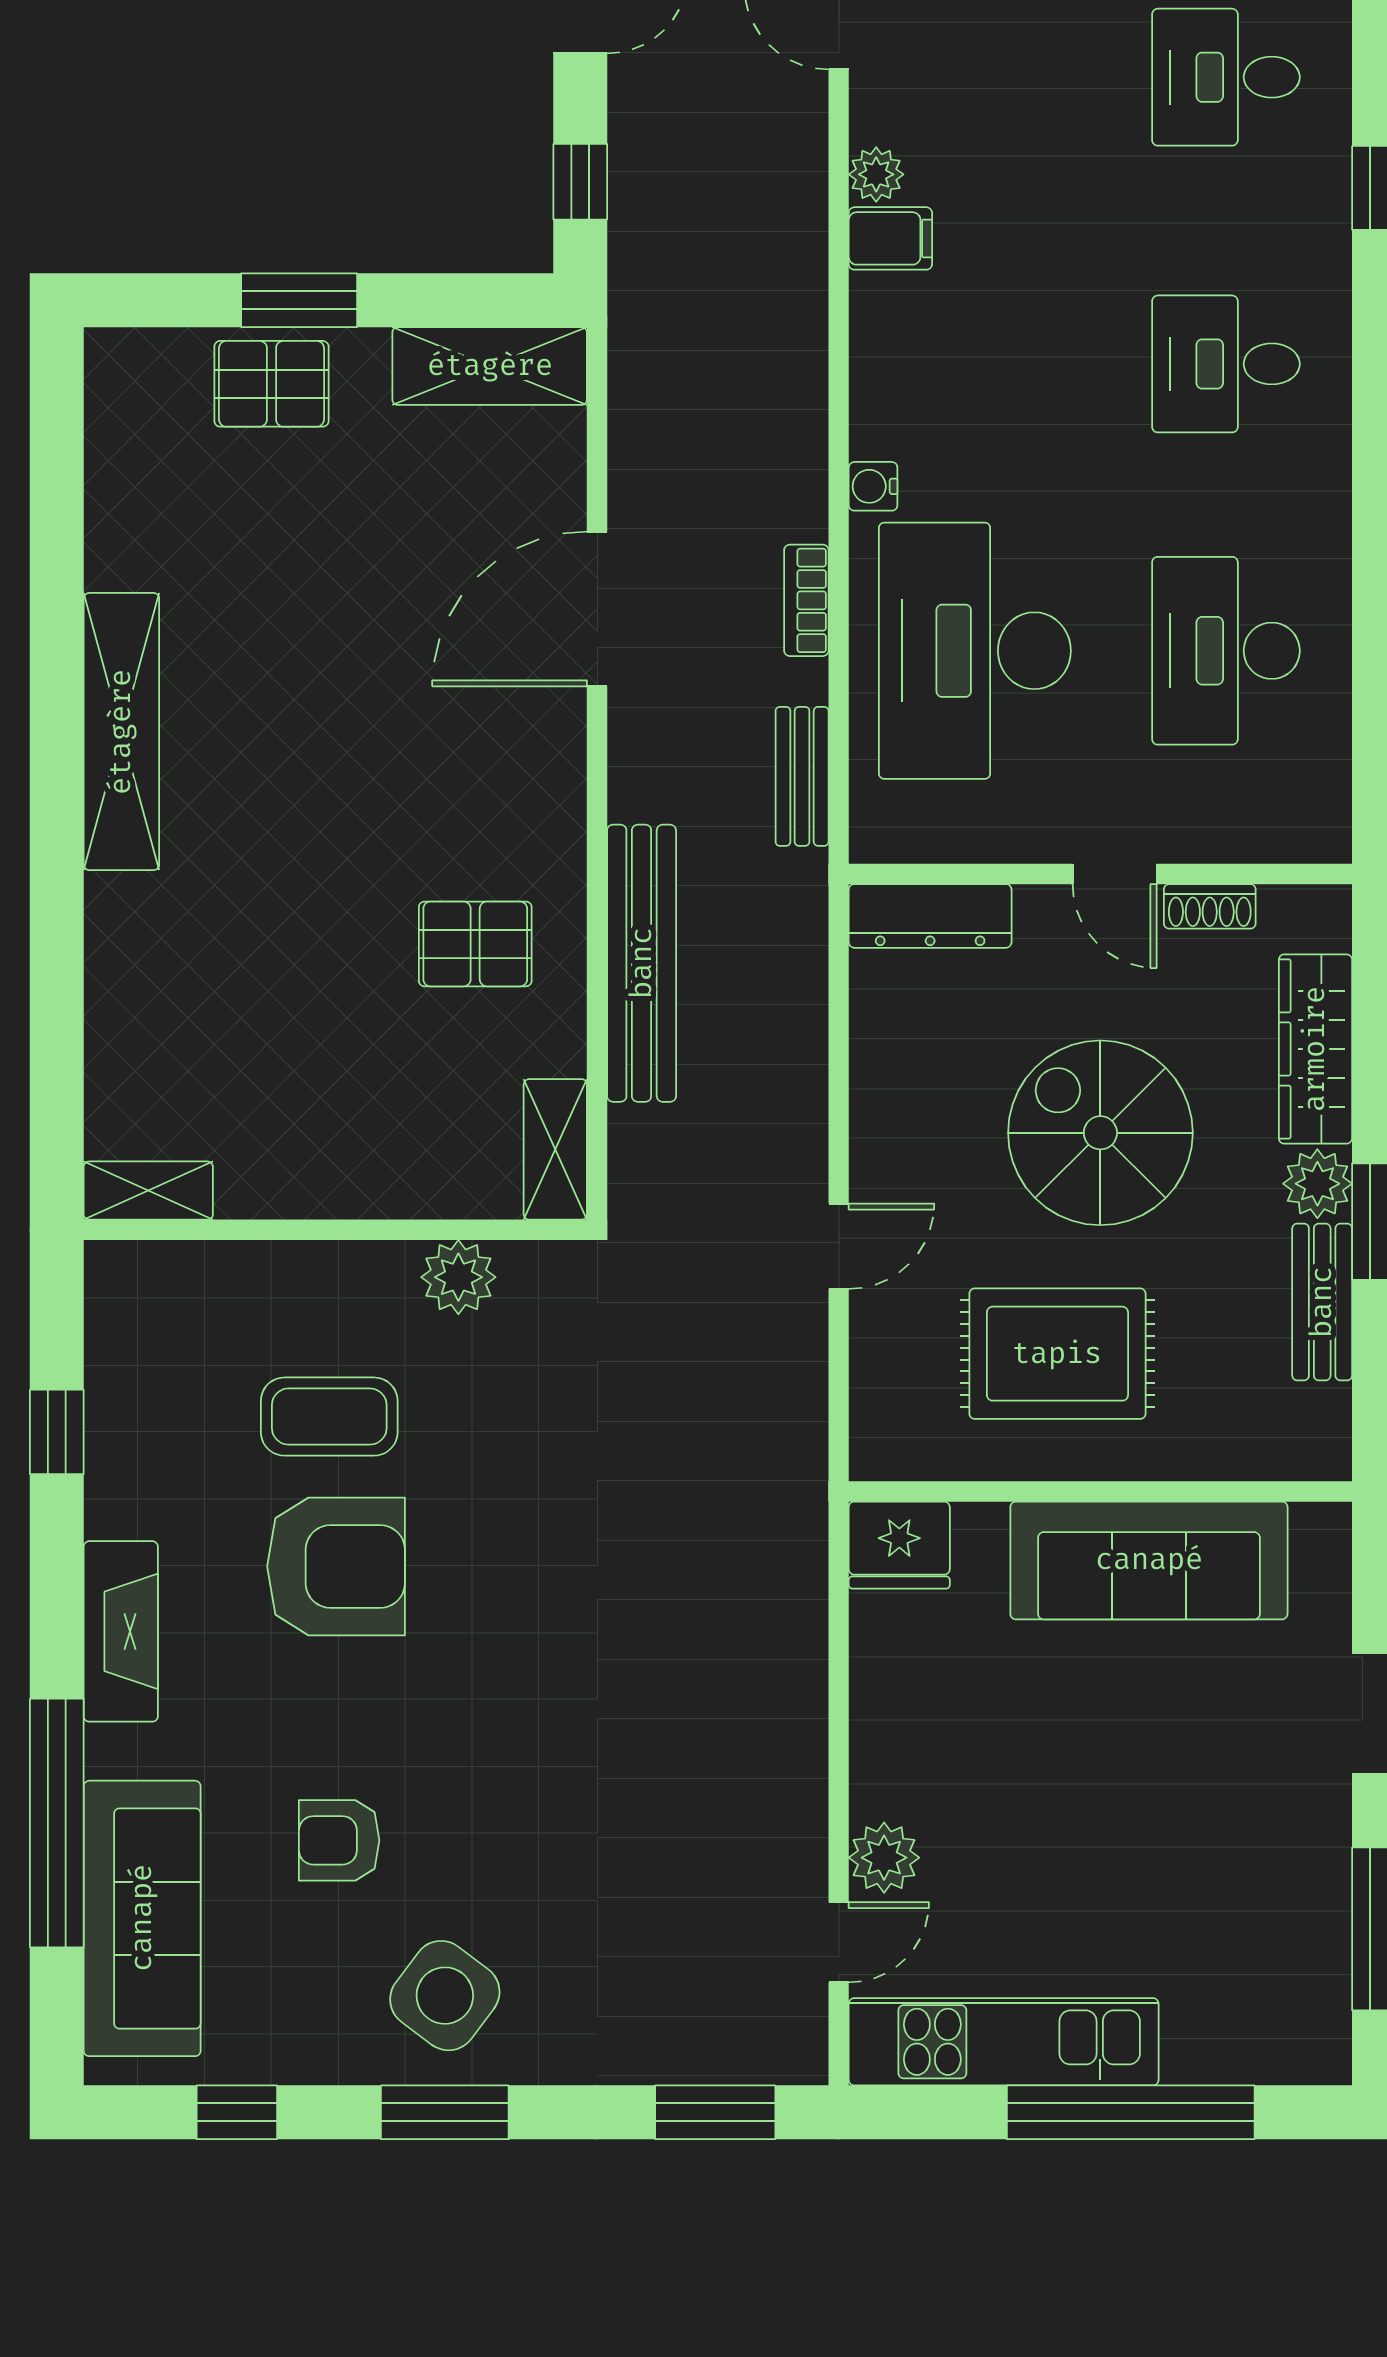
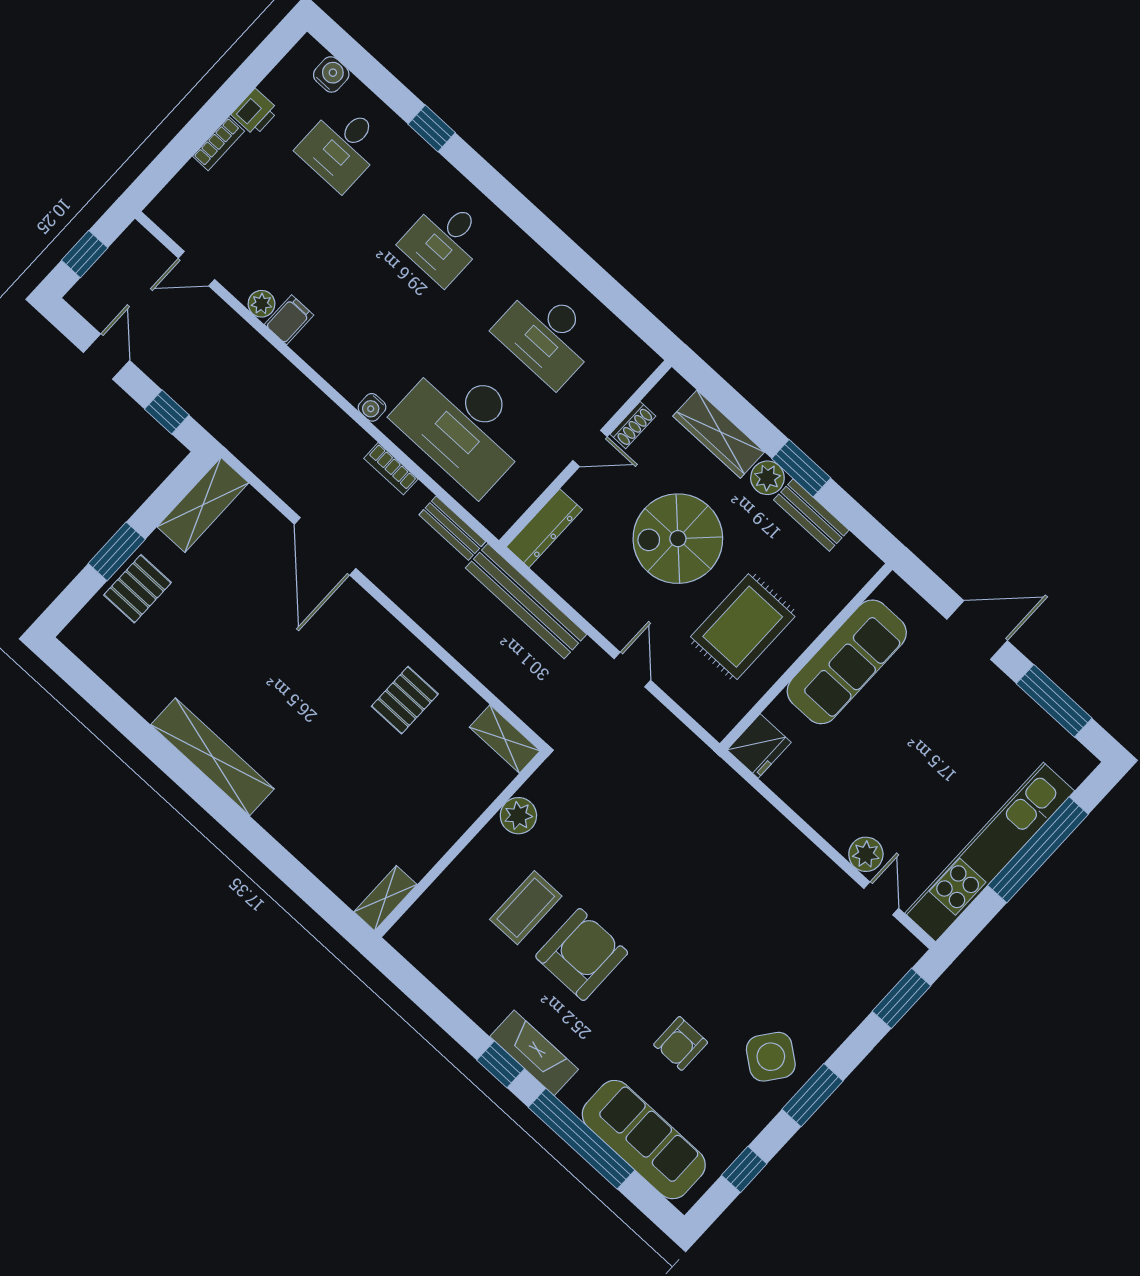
bench: (642, 963) -> (526, 601), moved
window: (57, 1432) -> (501, 1064), moved
kitchen unit: (1004, 2042) -> (990, 852), width x1.36

